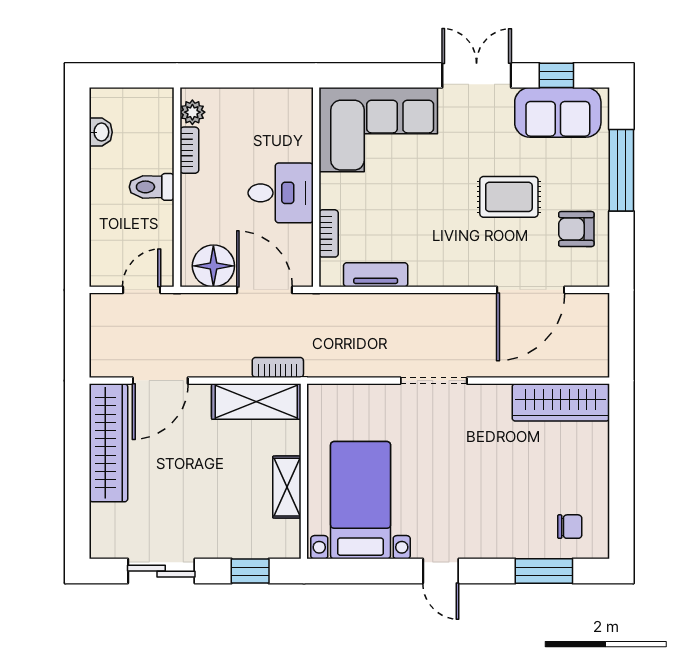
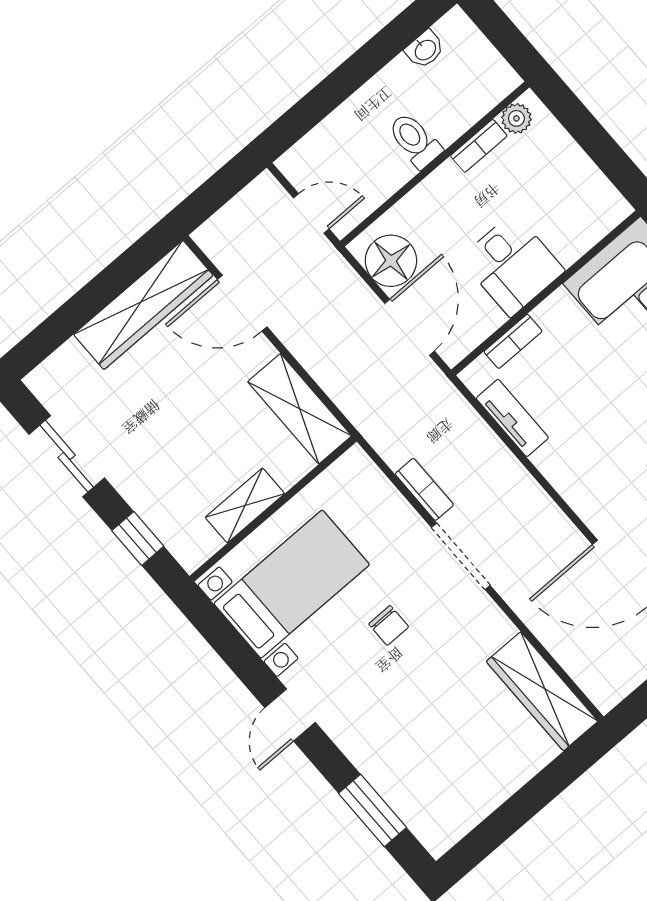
bookcase: (278, 367) -> (424, 489), moved
chair: (570, 527) -> (389, 625), moved

